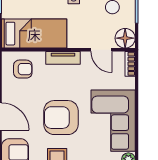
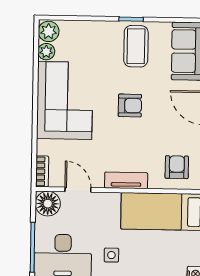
armchair: (23, 69) -> (177, 167), turned 90
armchair: (61, 118) -> (130, 106), width x0.53, depth x0.53

